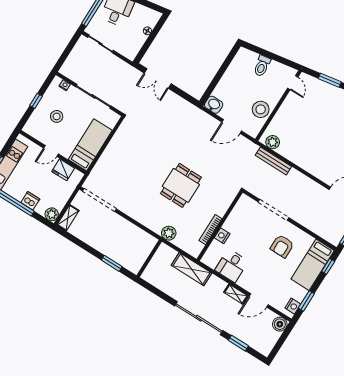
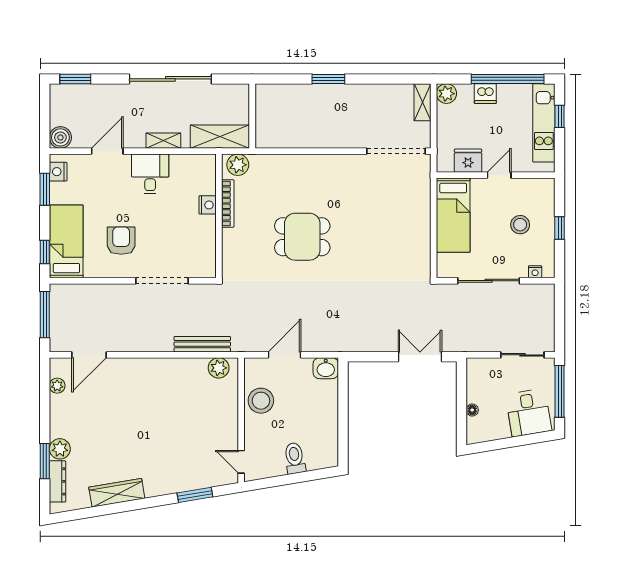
dining table: (181, 185) -> (302, 237), turned 90
plant: (169, 233) -> (238, 165), moved
wall: (149, 258) -> (252, 116), moved
desk: (232, 266) -> (150, 174), moved
shelving: (236, 294) -> (163, 141), moved
window: (238, 343) -> (75, 79), moved

